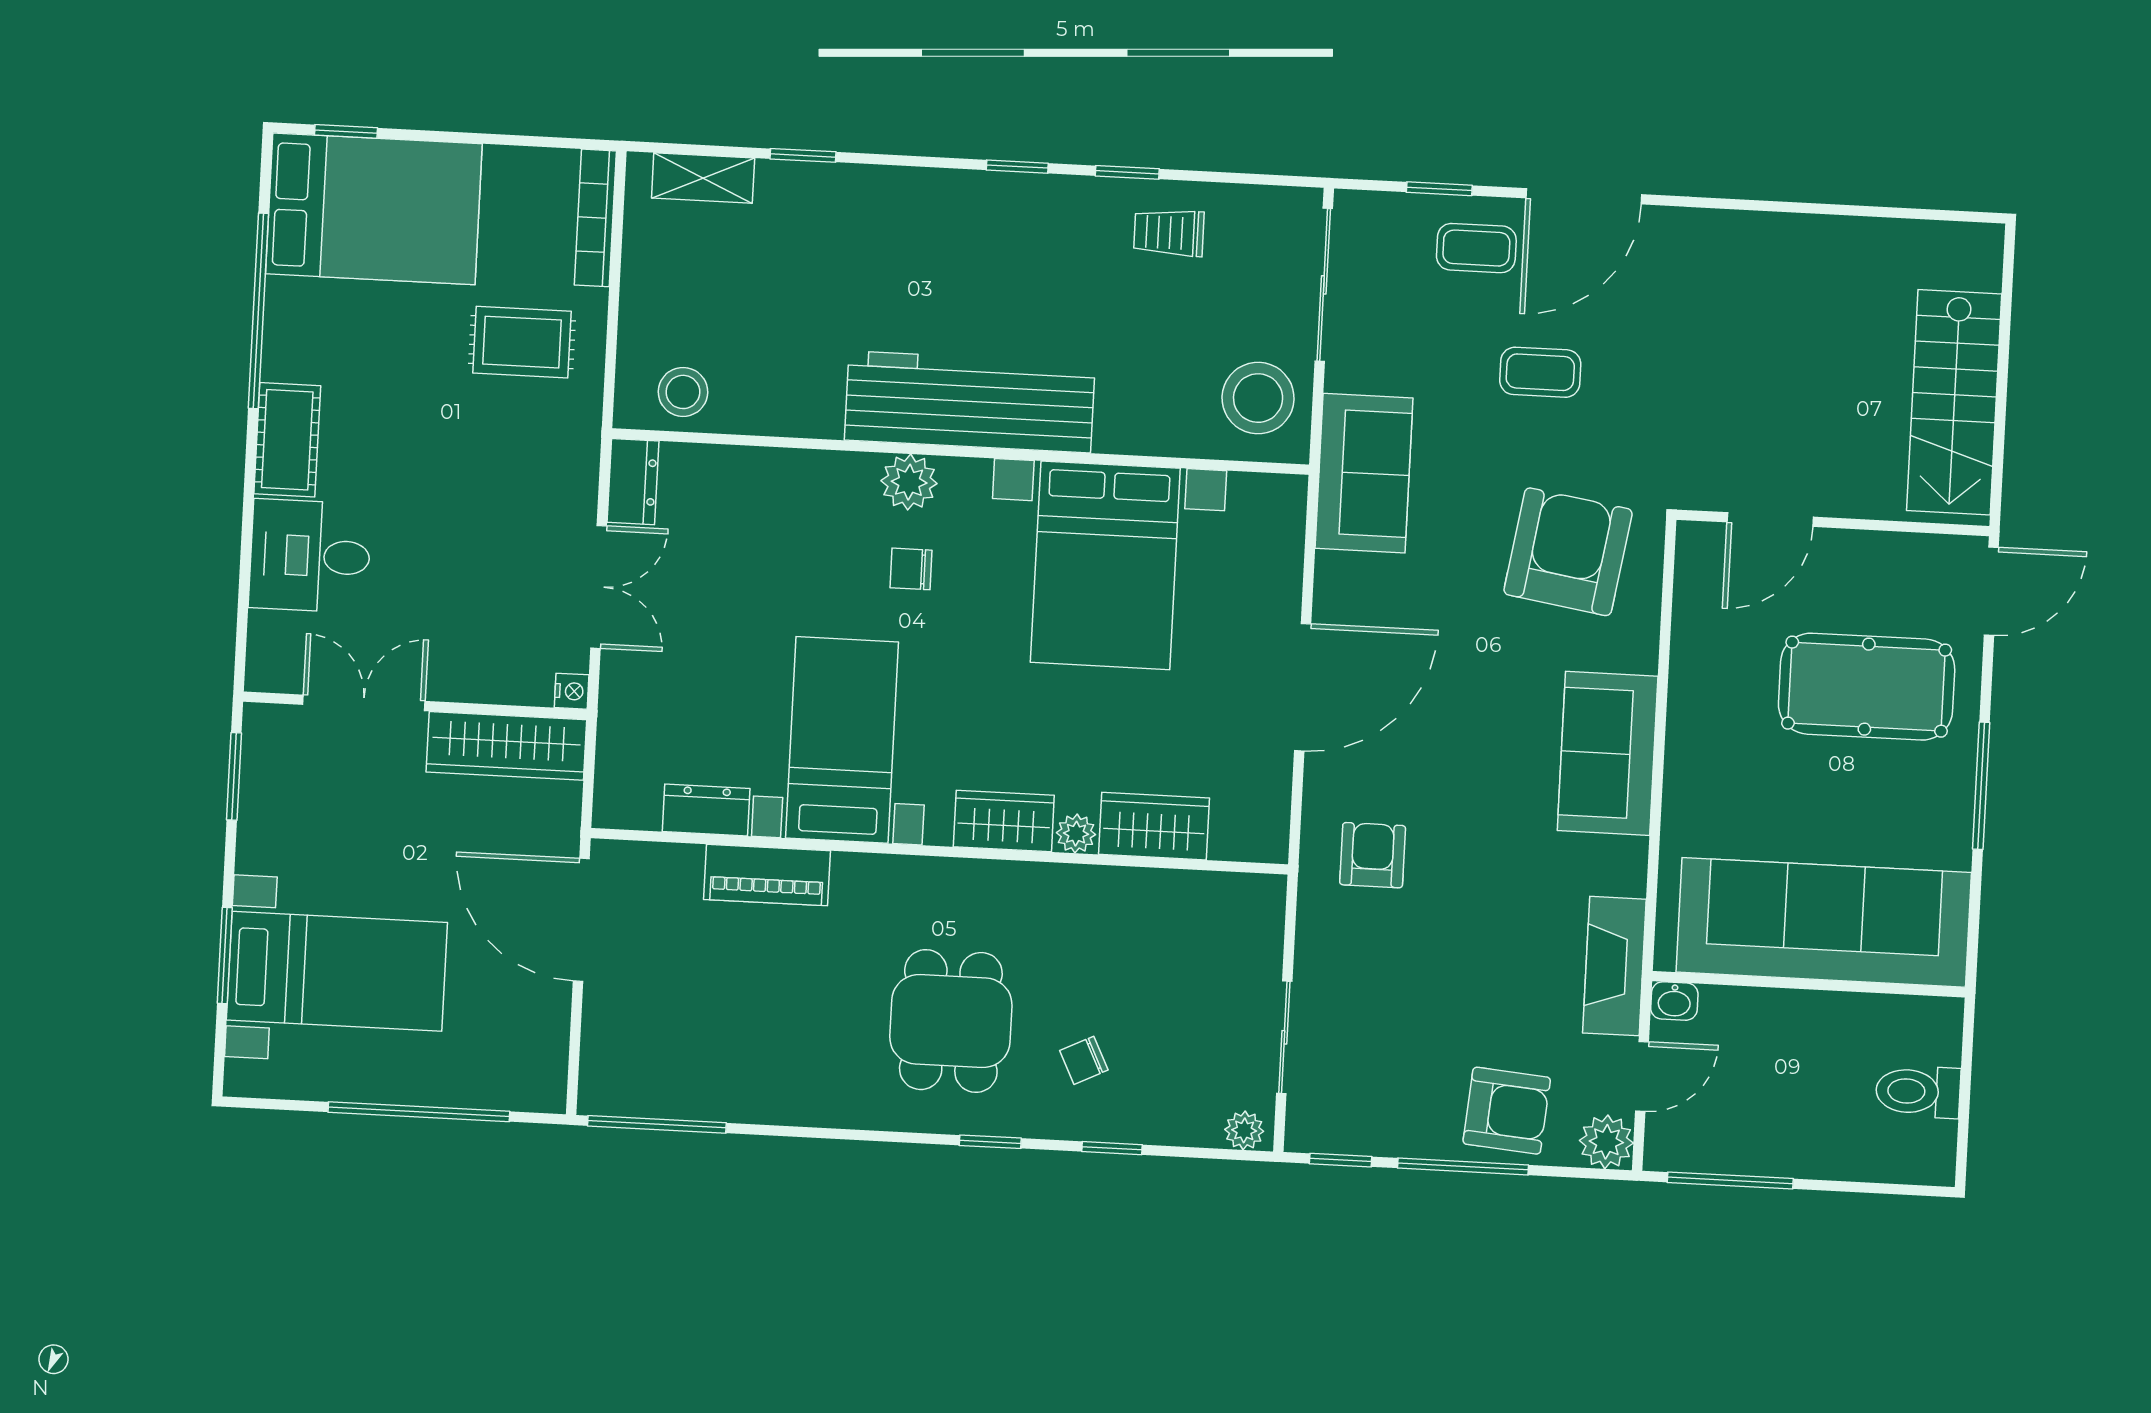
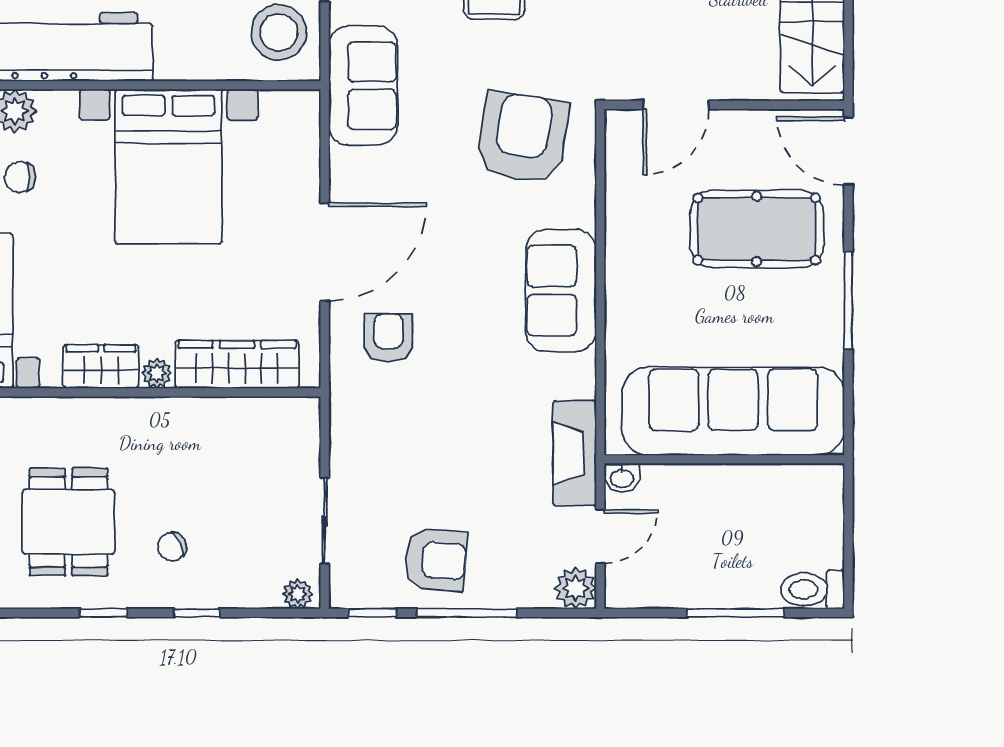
door: (1991, 591) -> (848, 151), swing flipped
wardrobe: (1154, 826) -> (237, 364), width x1.50
armchair: (1373, 855) -> (388, 338), moved
toilet: (1918, 1092) -> (812, 589), moved
armchair: (1507, 1111) -> (436, 560), moved
window: (1730, 1181) -> (735, 613), moved

